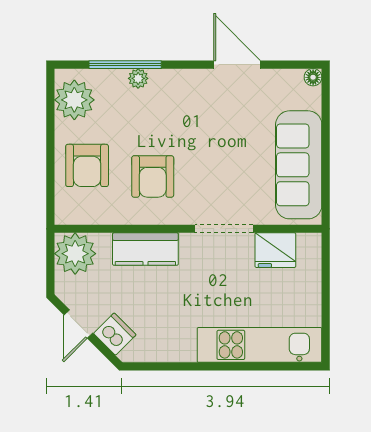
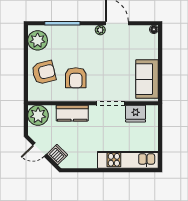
plant: (138, 78) -> (100, 30), moved
armchair: (87, 165) -> (44, 72), turned -104
sofa: (299, 165) -> (147, 79), width x0.73
door: (78, 324) -> (40, 150), hinge flipped

